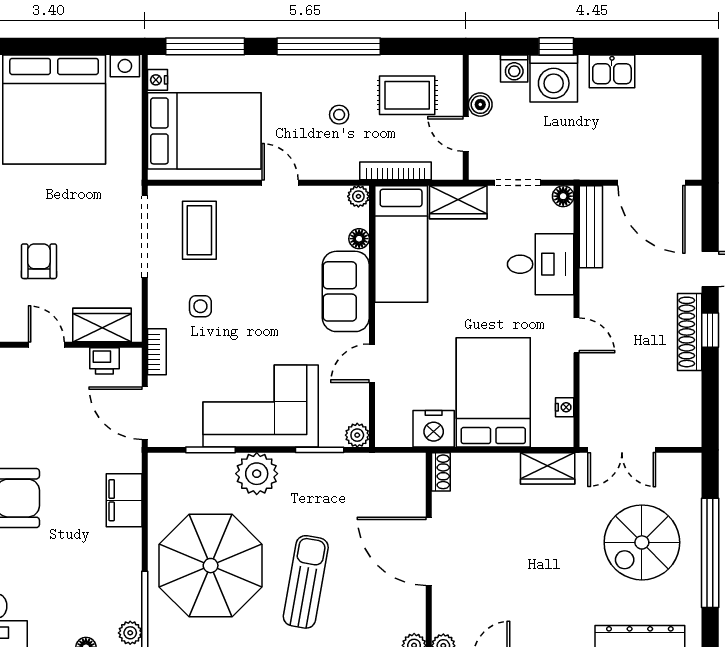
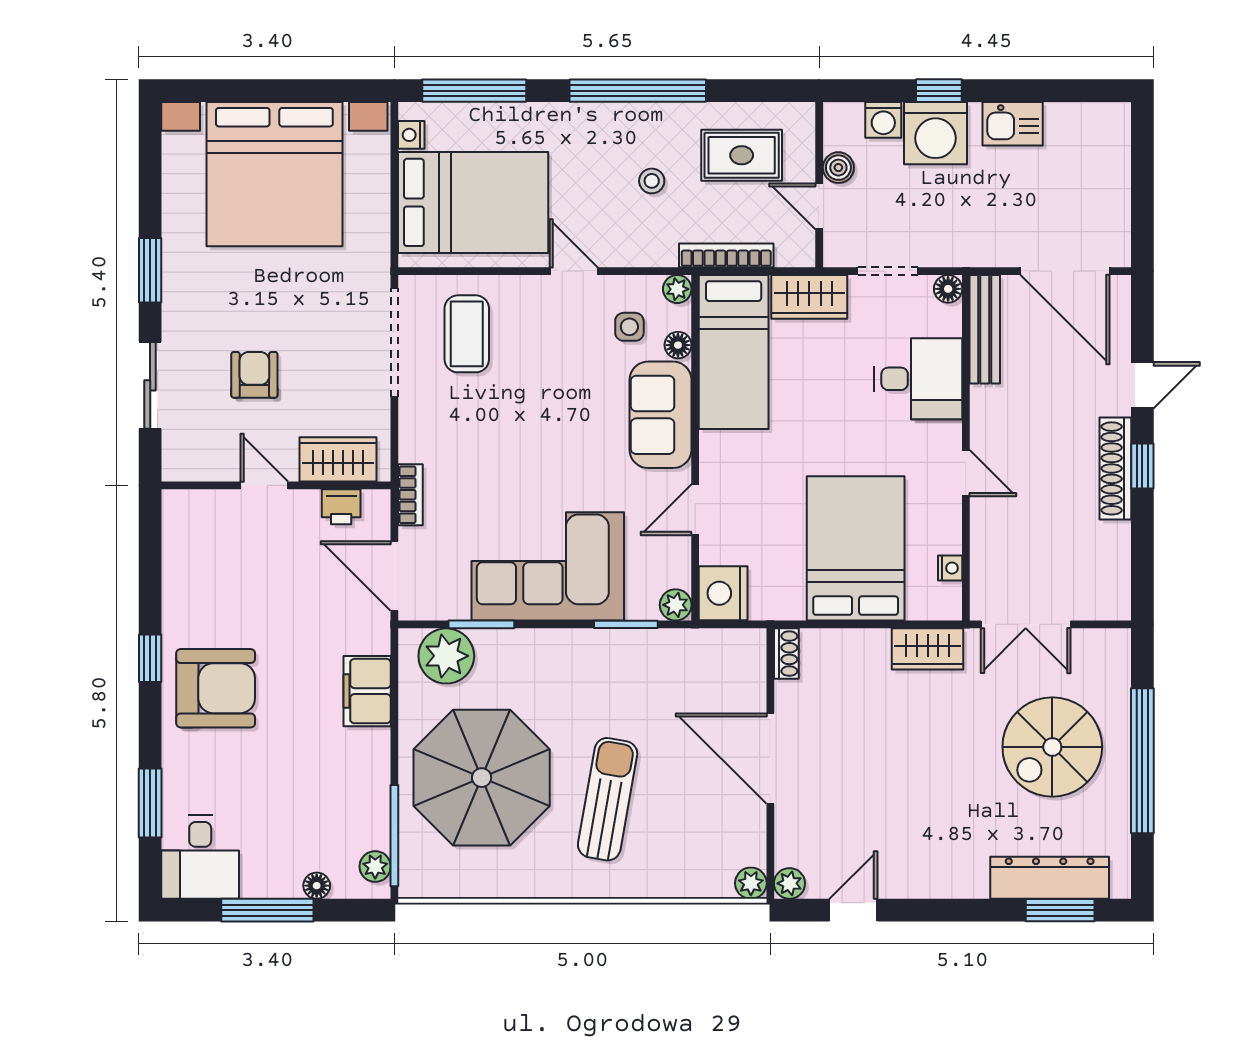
side table: (200, 306) -> (629, 327), moved
nightstand: (434, 429) -> (723, 593), moved, turned 90
plant: (257, 474) -> (446, 656), moved

